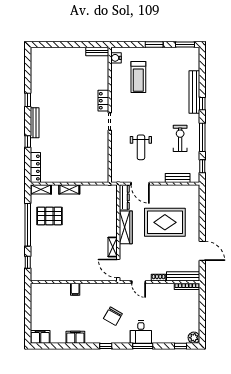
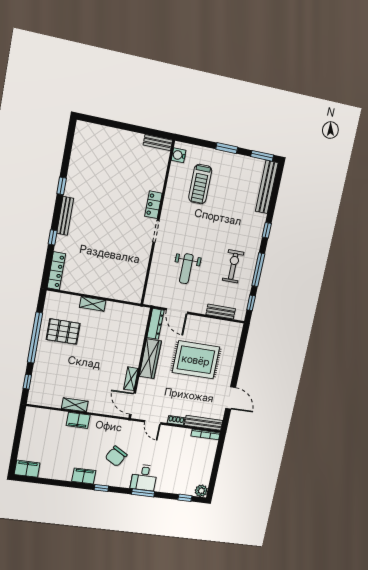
bench: (194, 92) -> (267, 187), moved
shelving: (41, 189) -> (75, 405), moved
filing cabinet: (75, 289) -> (78, 420), width x2.00
filing cabinet: (75, 337) -> (84, 476), moved

